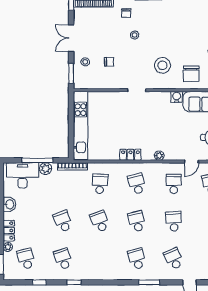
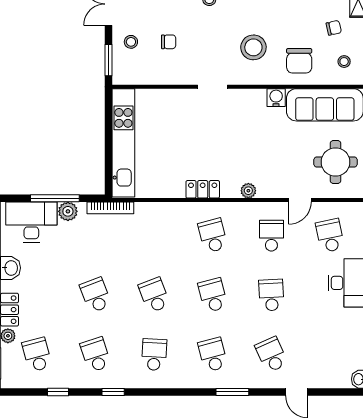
school desk: (100, 184) -> (154, 355), moved

